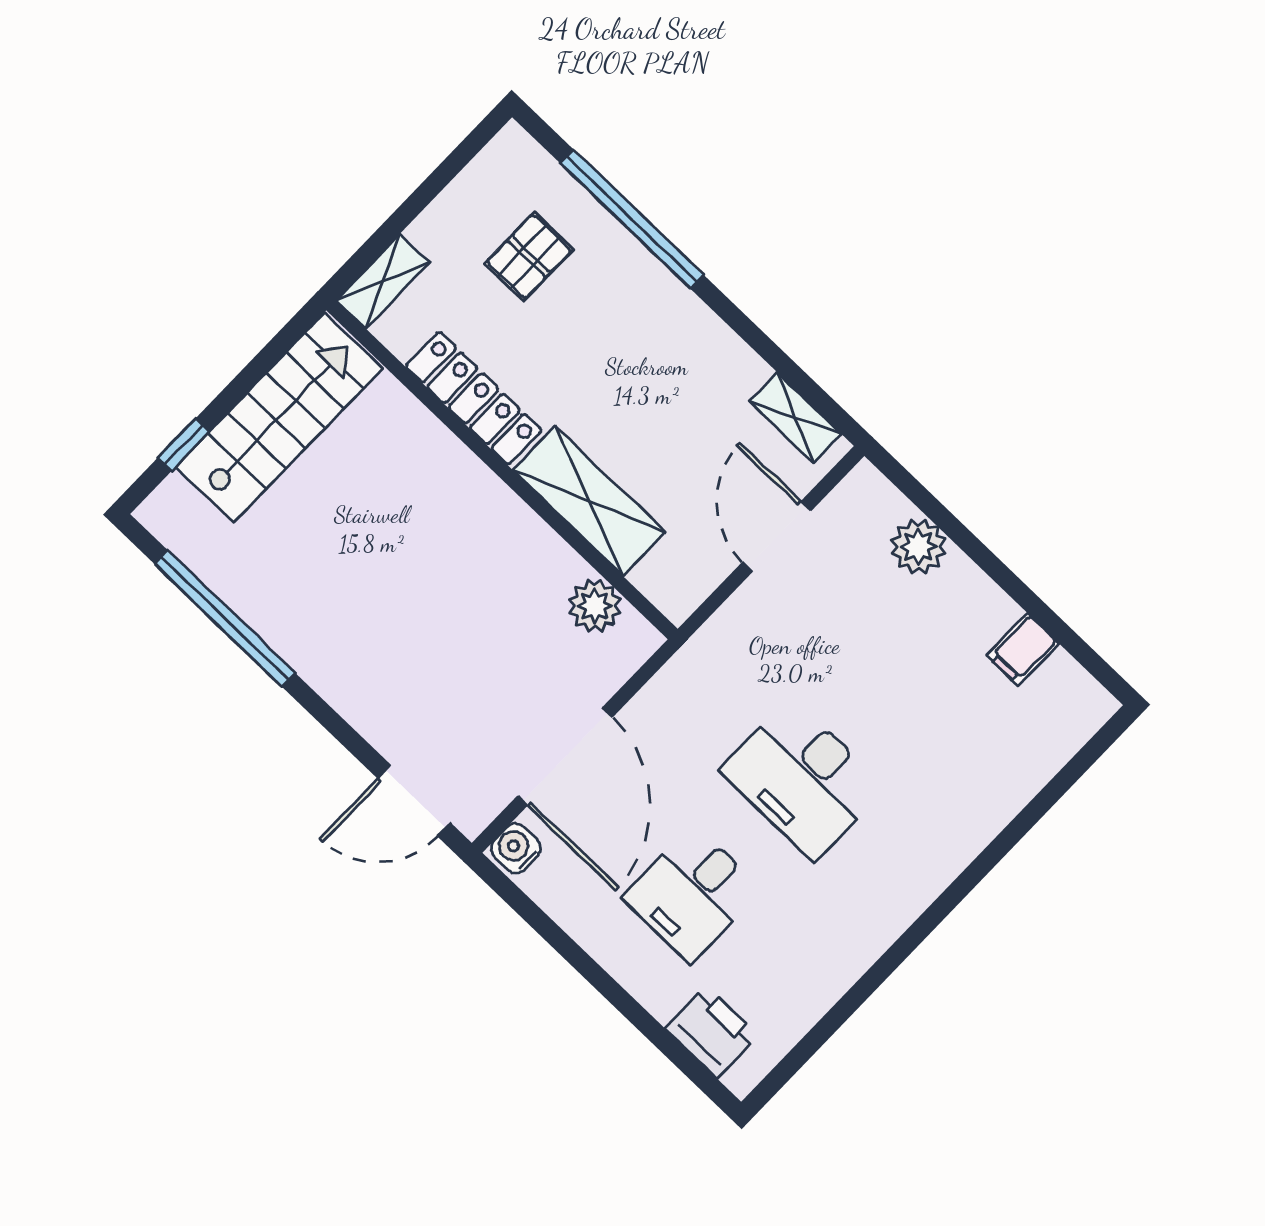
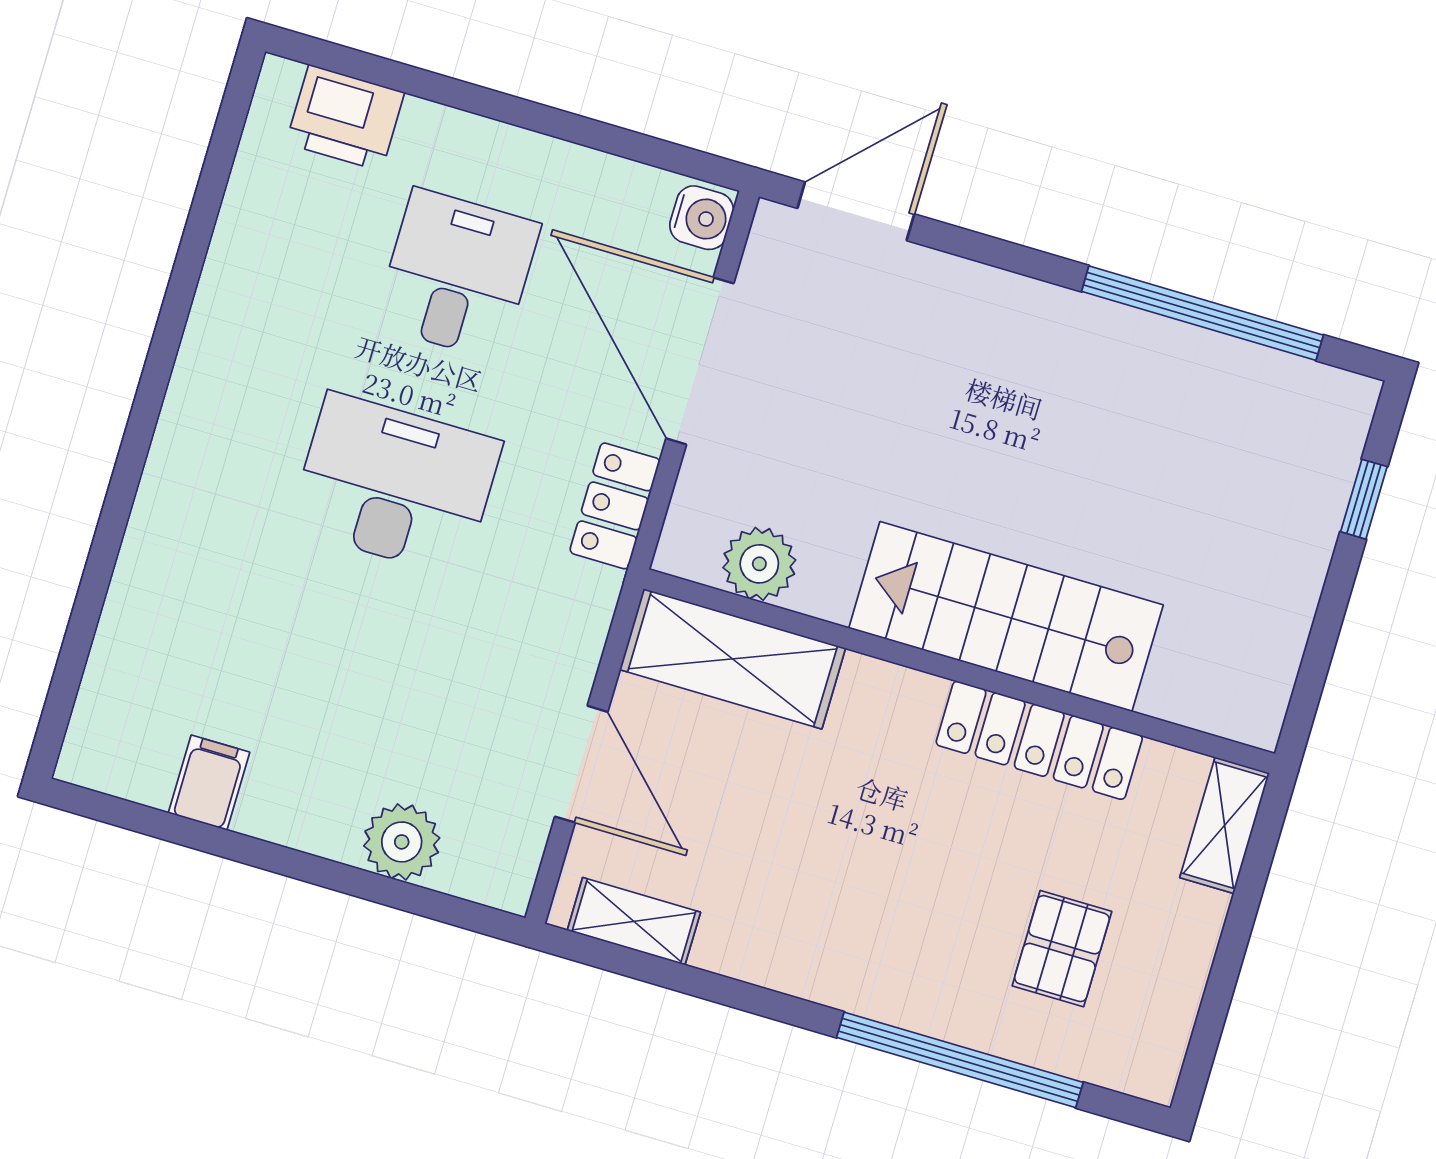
stairs: (279, 418) -> (1006, 617), moved, turned 90
shelving: (589, 501) -> (733, 659), moved
locker: (668, 692) -> (615, 506), added

